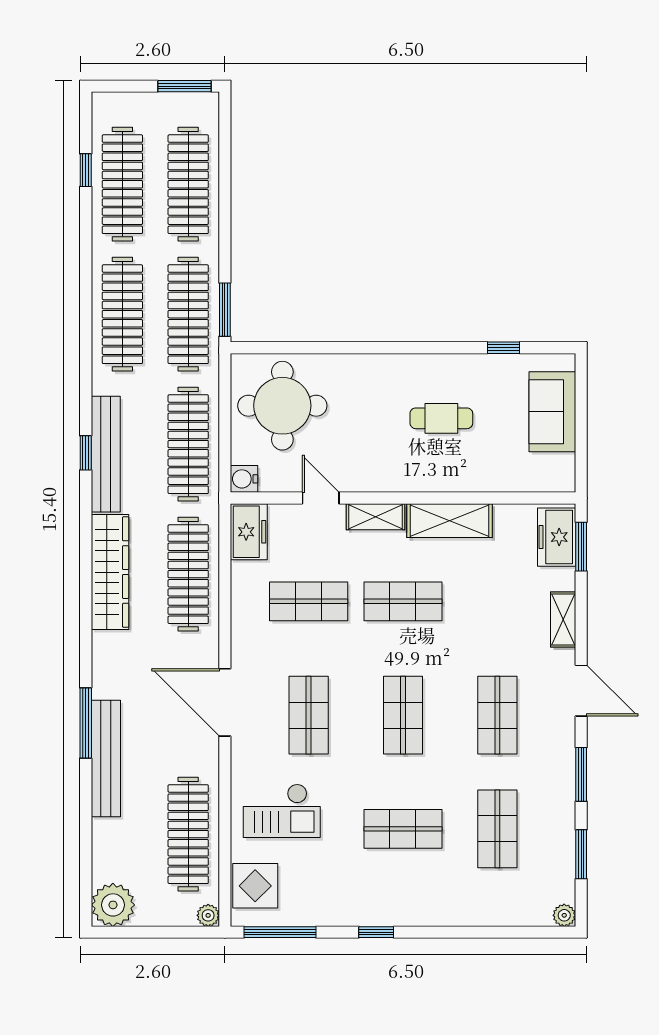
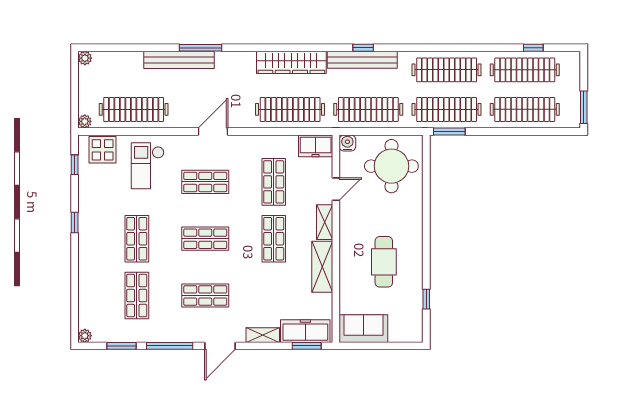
sofa: (552, 412) -> (363, 329), moved
cafe table: (441, 418) -> (384, 262), width x1.37, depth x1.35
freezer: (557, 537) -> (305, 331), width x1.40
door: (225, 702) -> (213, 132), width x0.73
window: (581, 774) -> (170, 346), width x1.44
shop shelf: (497, 829) -> (137, 296), turned 90
plant: (113, 905) -> (85, 58), width x0.53, depth x0.53
window: (280, 932) -> (75, 165), width x0.46

